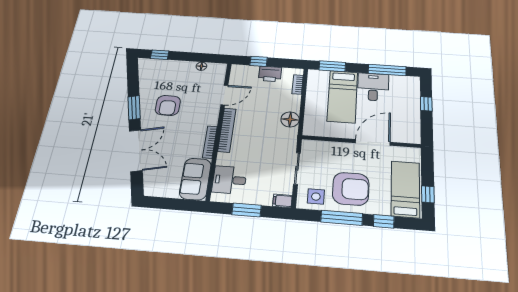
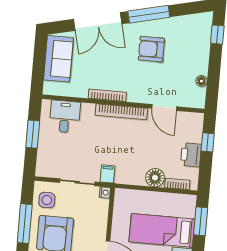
window: (134, 108) -> (149, 14), width x1.44
floor lamp: (290, 119) -> (155, 178), moved
nightstand: (307, 144) -> (105, 193), added
sofa: (195, 179) -> (58, 59), moved, turned 90
filing cabinet: (282, 201) -> (107, 174), moved

